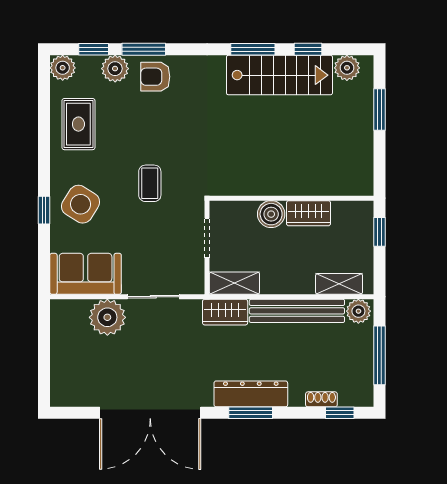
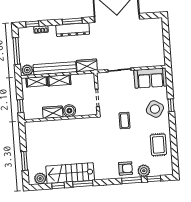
plant: (63, 68) -> (167, 169), removed
shelving: (234, 283) -> (59, 80), moved
plant: (107, 317) -> (139, 59), removed

